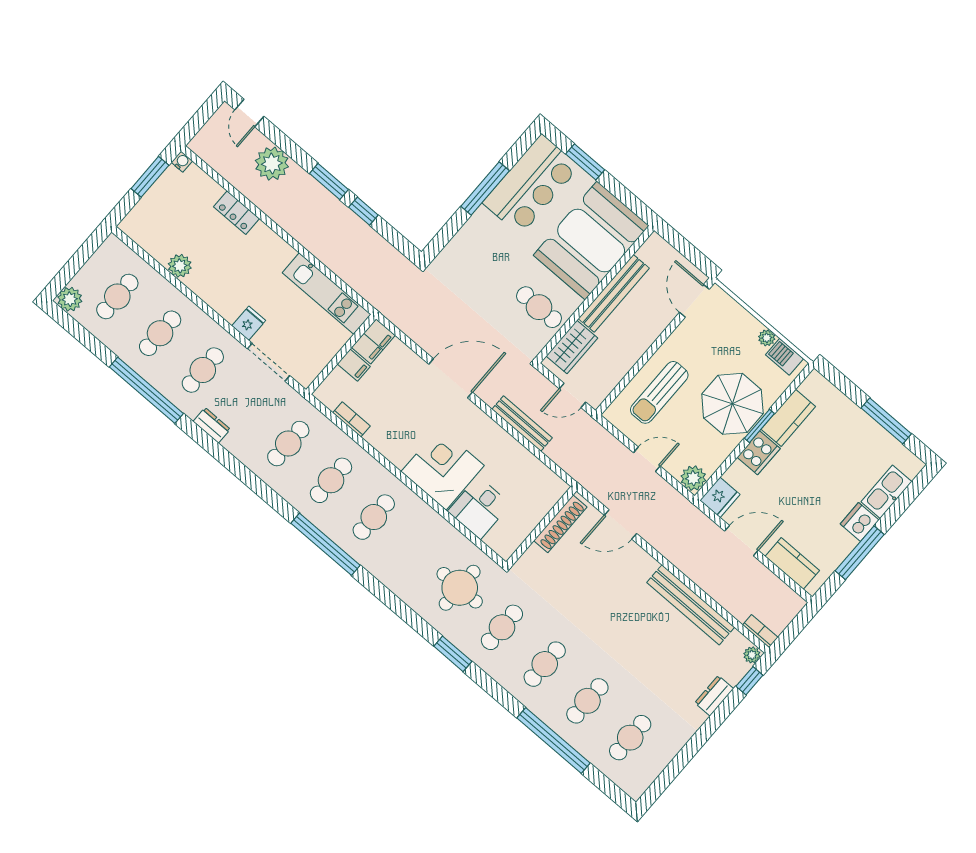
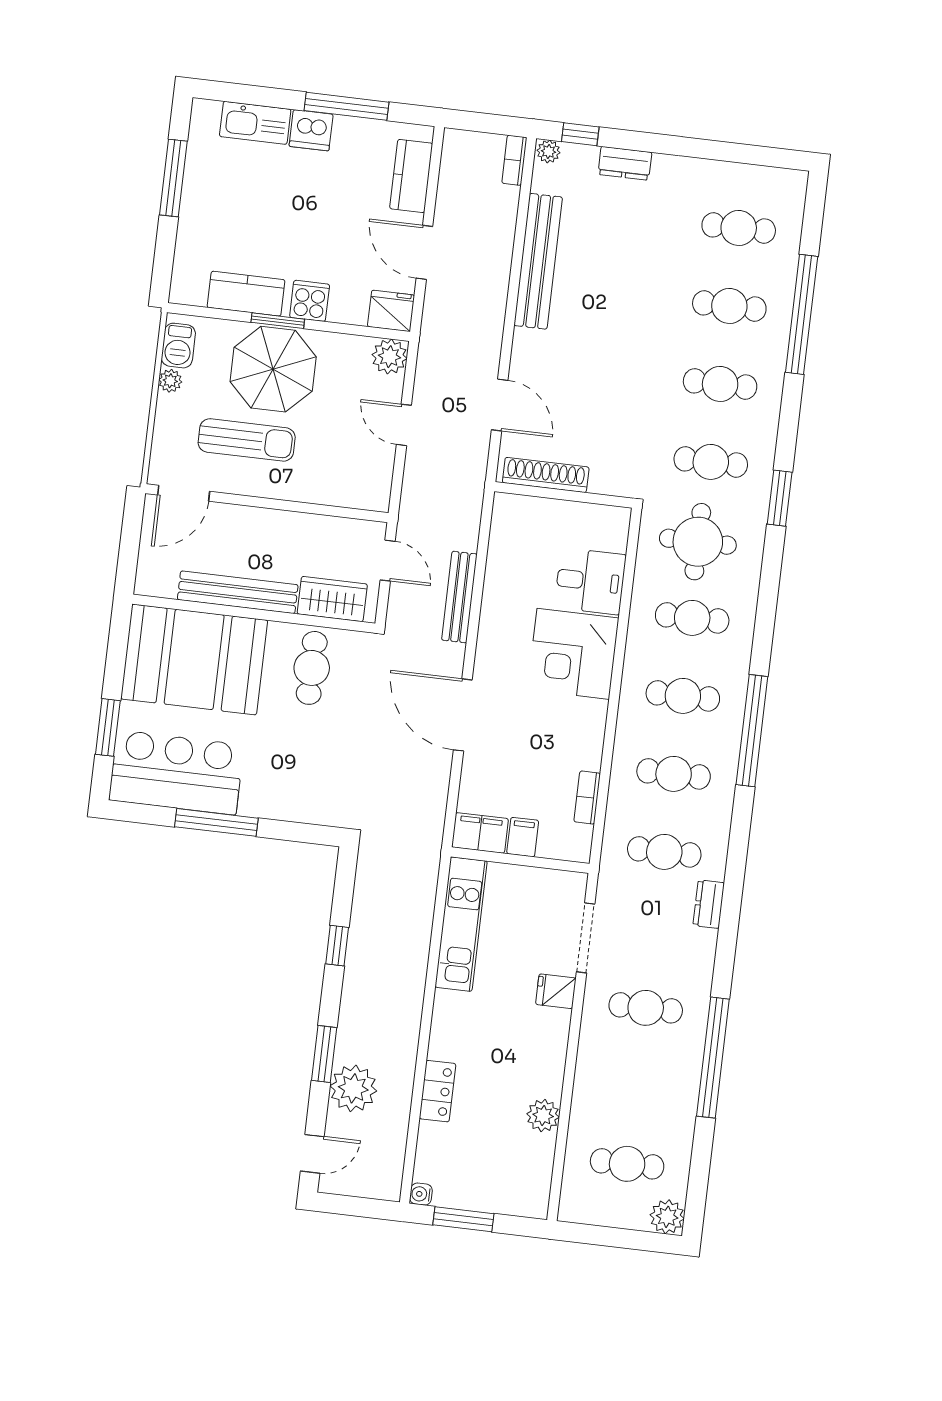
window: (329, 181) -> (324, 1054), moved
cafe table: (160, 333) -> (692, 618), moved
sun lounger: (659, 392) -> (247, 440), moved
dresser: (212, 425) -> (709, 904), moved
cooker: (759, 453) -> (310, 301), width x0.73

